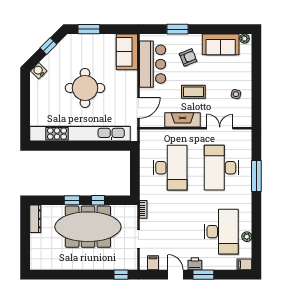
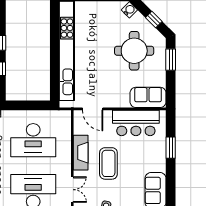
armchair: (188, 57) -> (143, 158), removed
round table: (85, 88) -> (134, 51), moved
coffee table: (193, 92) -> (108, 163), width x1.36, depth x1.32

